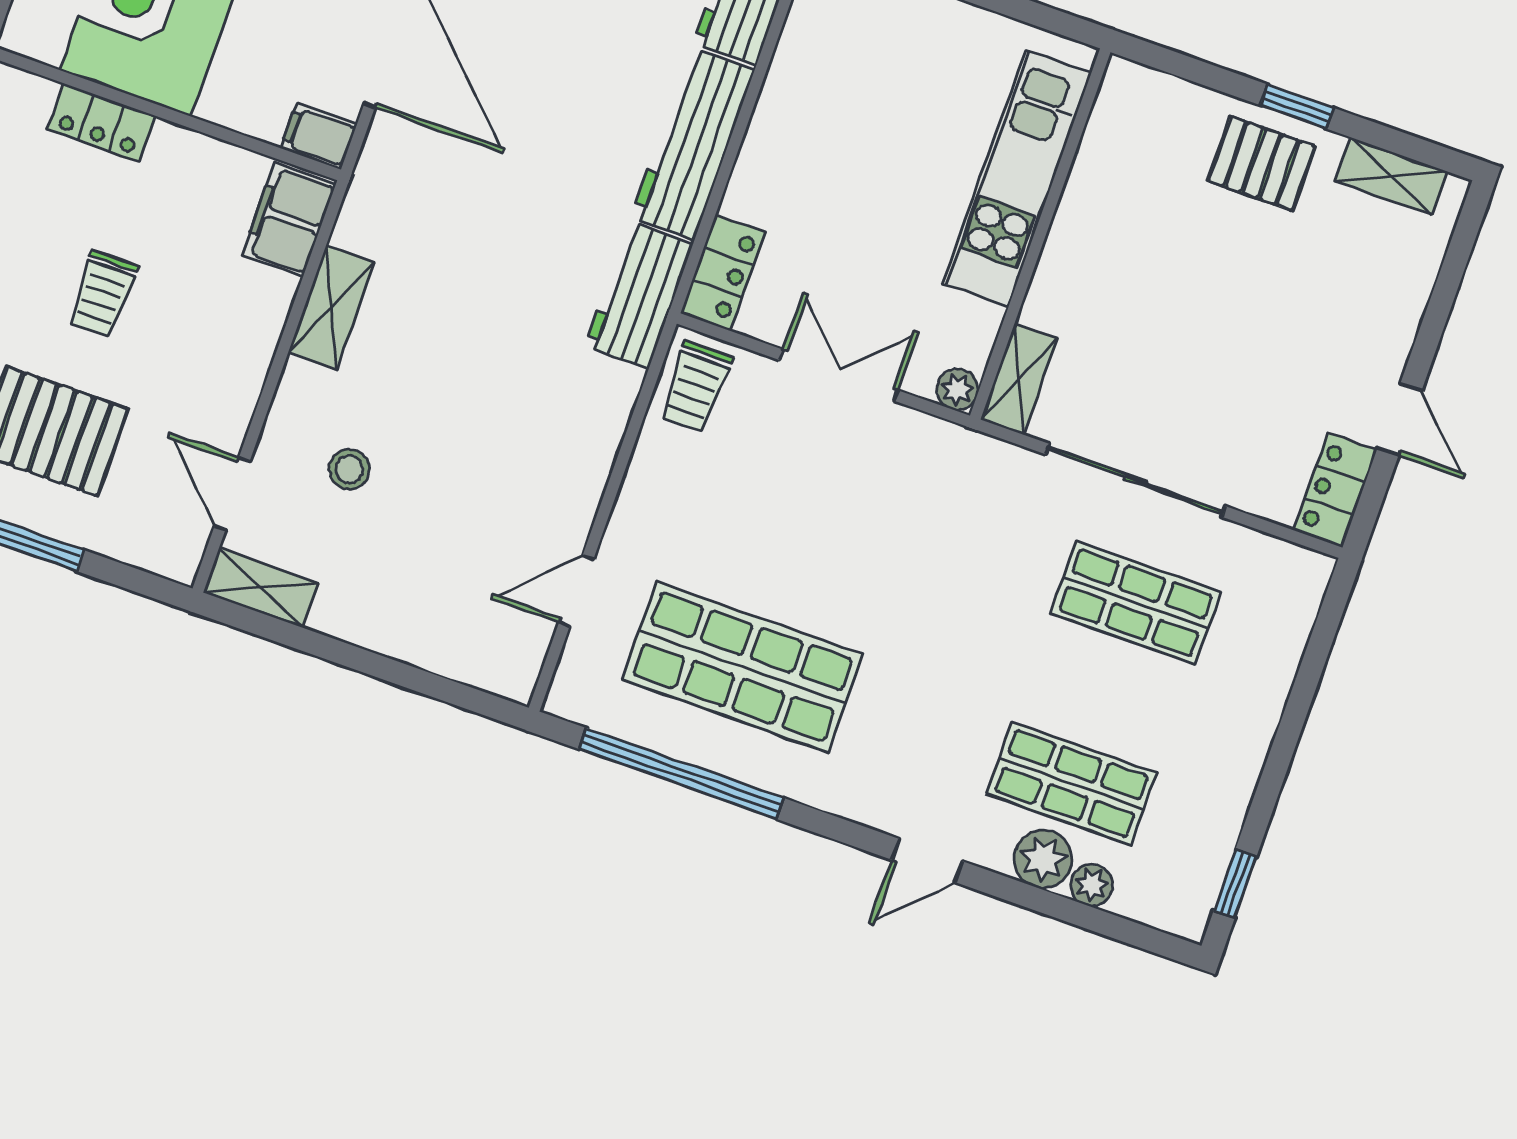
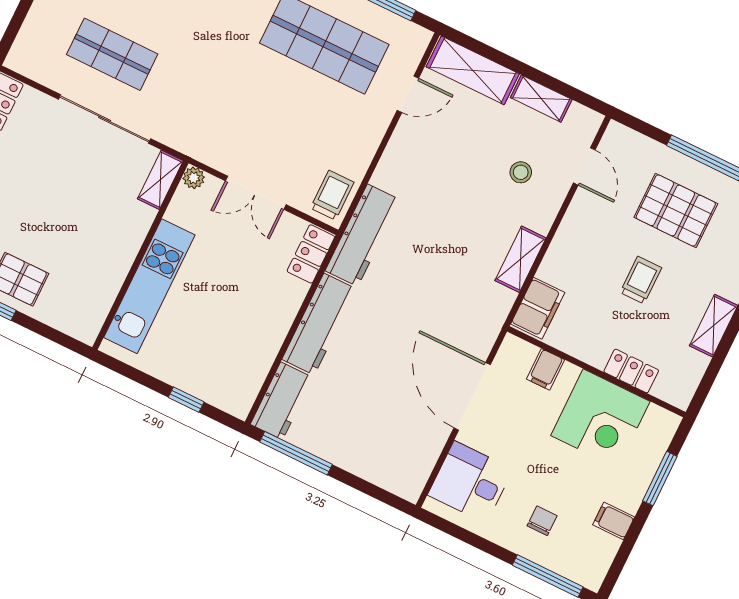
filing cabinet: (319, 136) -> (545, 369), moved, turned 90
workbench: (639, 295) -> (363, 235), width x1.38
shelving: (261, 588) -> (541, 99), moved
shelving: (460, 649) -> (473, 70), added

